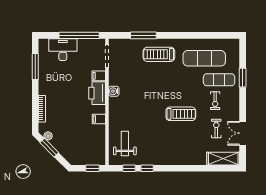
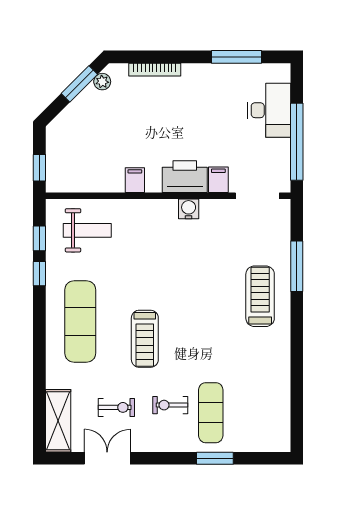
exercise mat: (204, 58) -> (80, 321), moved

